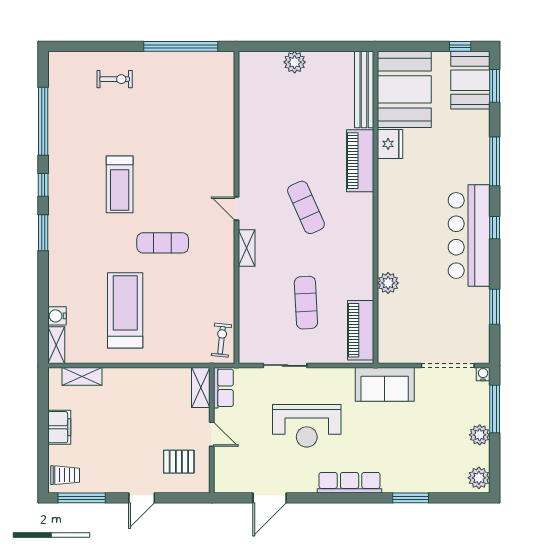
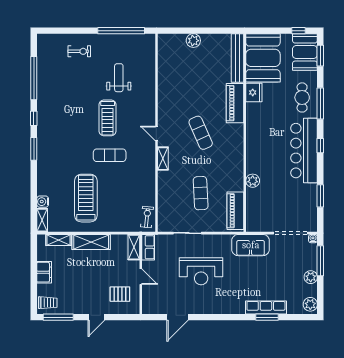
weight bench: (177, 121) -> (119, 78), added
cafe table: (466, 152) -> (302, 97), added
treadmill: (120, 184) -> (108, 118), moved
shelving: (134, 379) -> (91, 242), added
row of seats: (350, 483) -> (266, 307), moved

